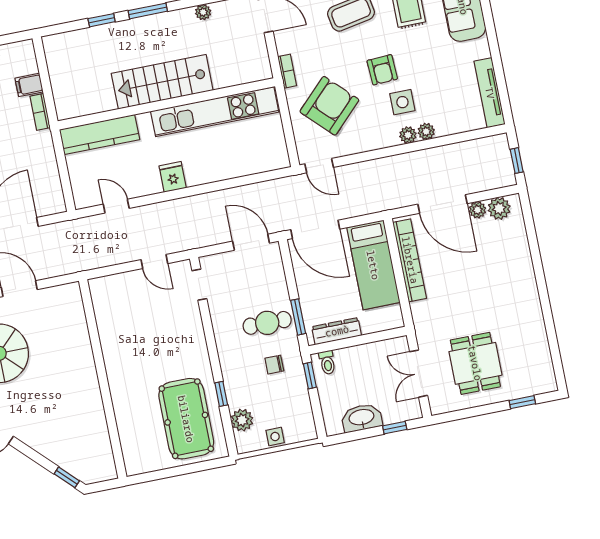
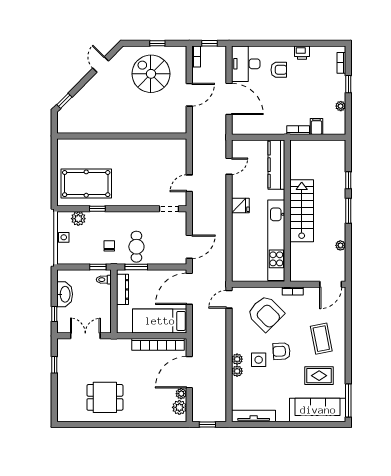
dining table: (475, 363) -> (105, 397), moved
window: (522, 402) -> (54, 365), moved

